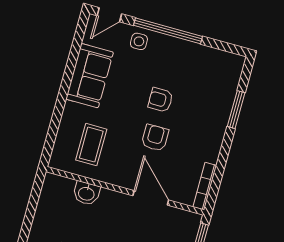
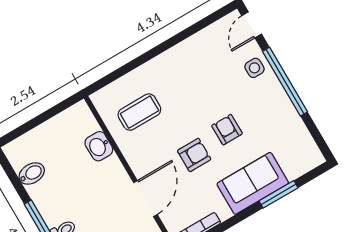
door: (109, 15) -> (252, 25), hinge flipped
sofa: (90, 76) -> (253, 183), moved, turned 180

